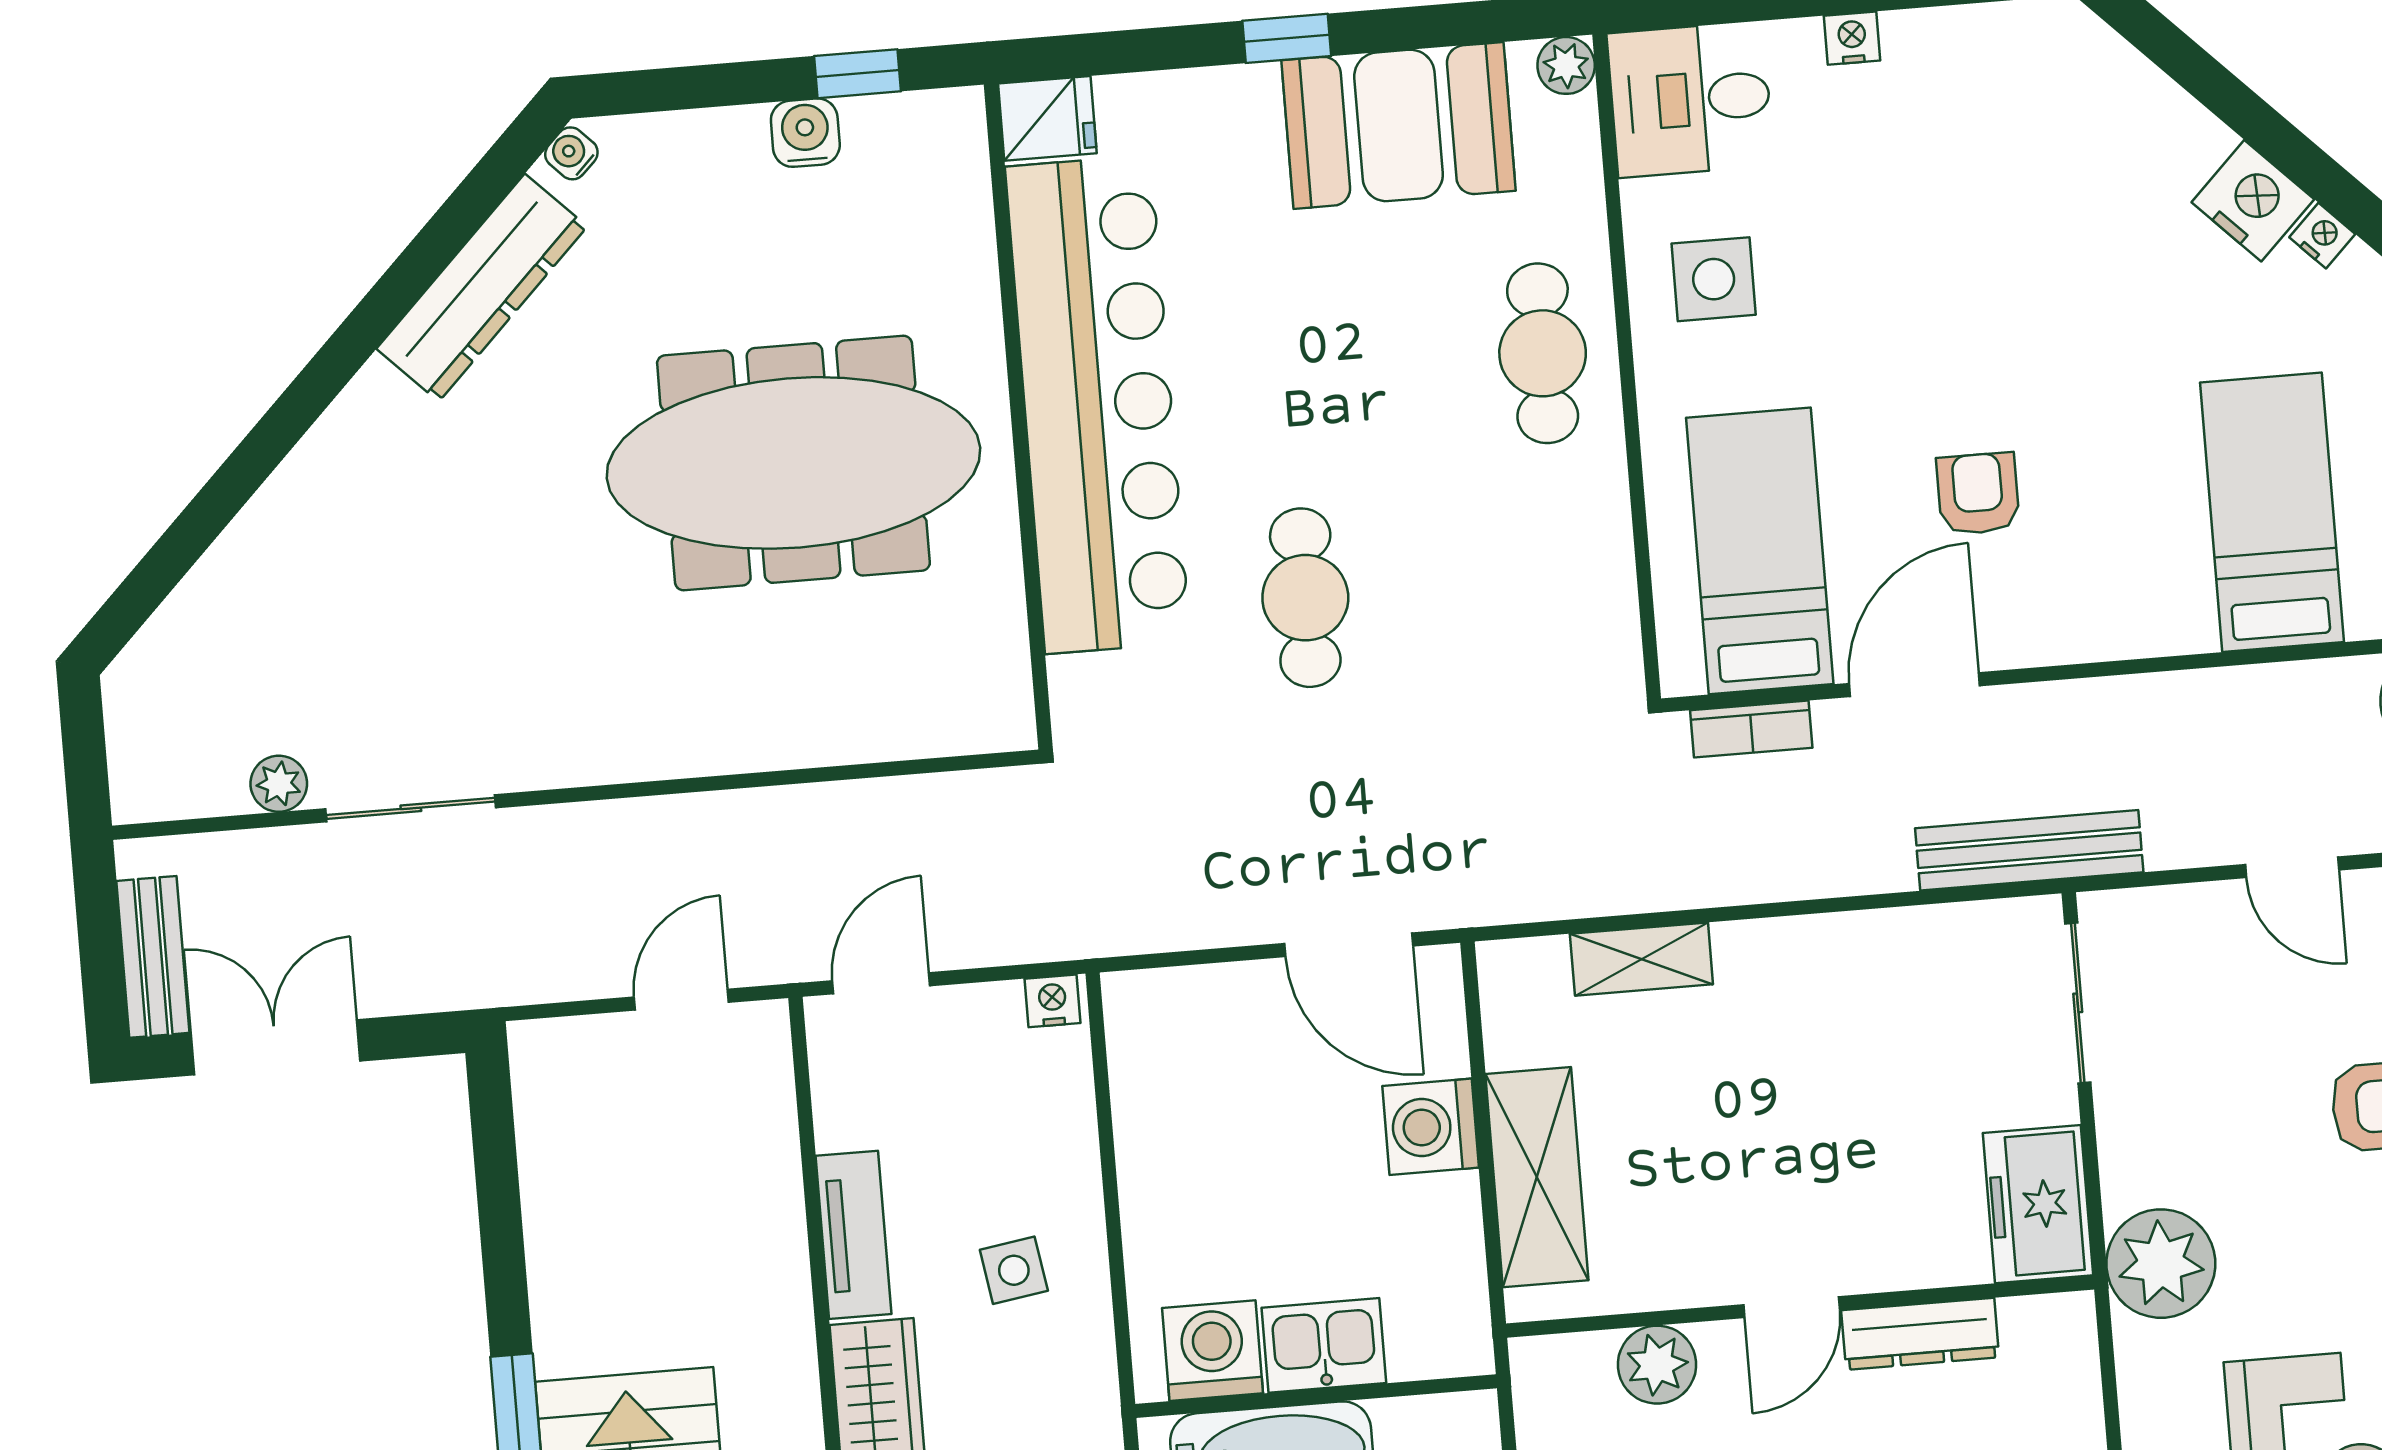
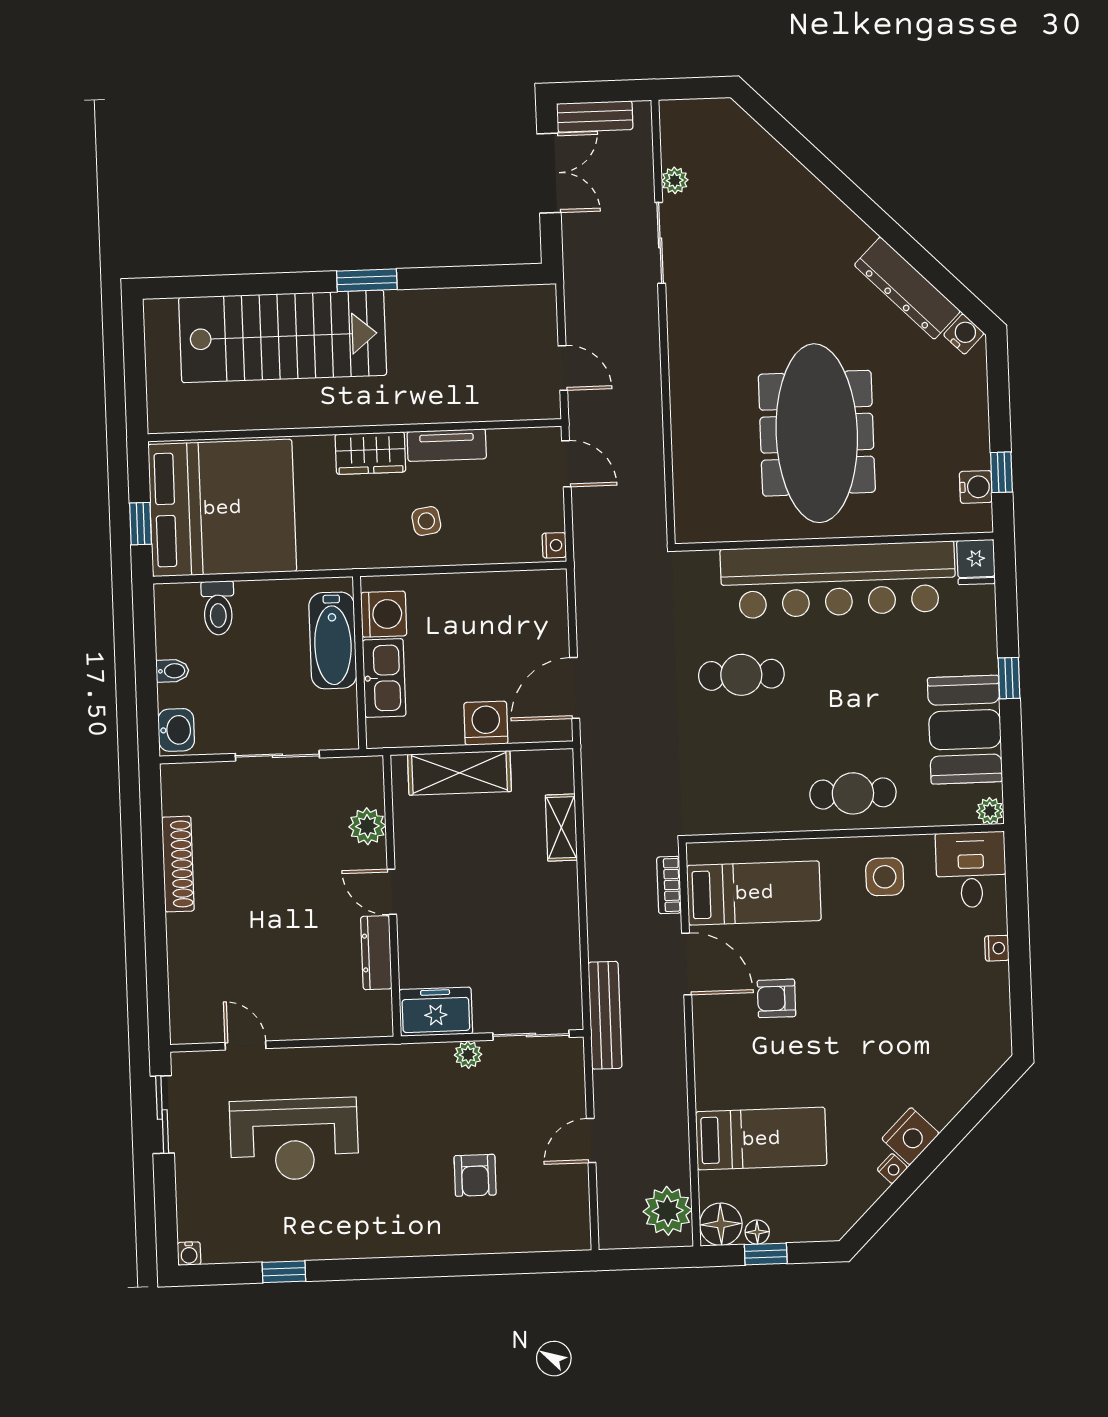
water cooler: (805, 133) -> (976, 487), moved
water cooler: (571, 153) -> (964, 334), width x1.38, depth x1.38
armchair: (1978, 494) -> (776, 998), turned 180
plant: (2161, 1264) -> (468, 1055), moved, width x0.53, depth x0.53
kitchen sink: (1324, 1345) -> (384, 678), width x1.38

